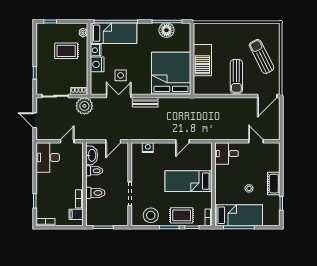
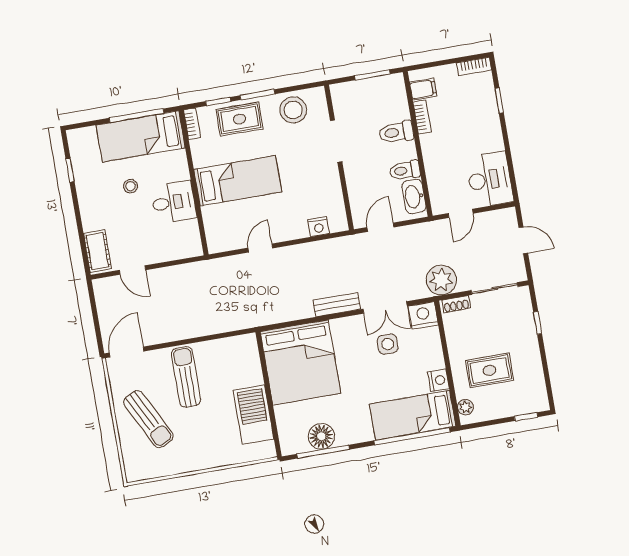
barbecue: (202, 60) -> (253, 415), moved
nightstand: (97, 64) -> (423, 315), moved, turned -90
desk: (226, 154) -> (174, 202), moved
cot: (274, 184) -> (97, 251), moved

